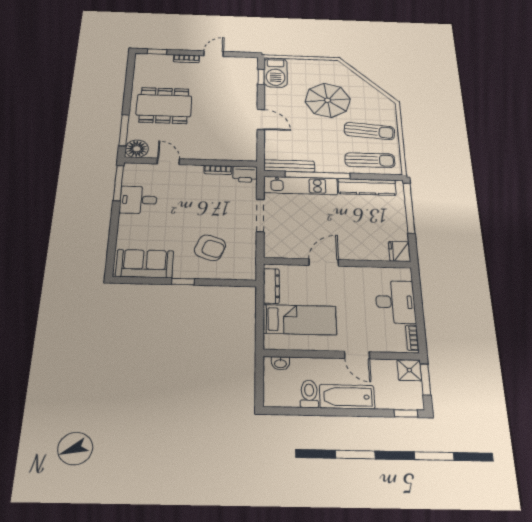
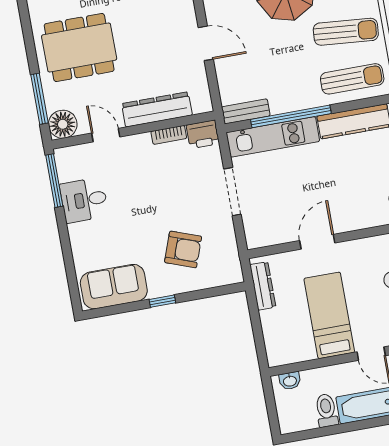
dresser: (213, 152) -> (157, 109), added
bench: (289, 166) -> (246, 111), width x0.73
bed: (300, 320) -> (329, 315), moved, turned -90

